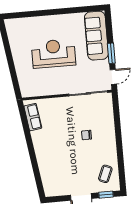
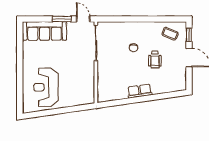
reception desk: (54, 54) -> (46, 87), moved
row of seats: (33, 117) -> (140, 91), moved
wheelchair: (76, 160) -> (155, 59), added

